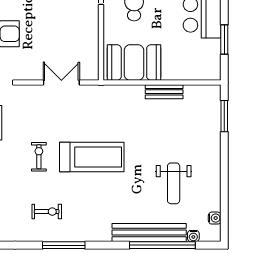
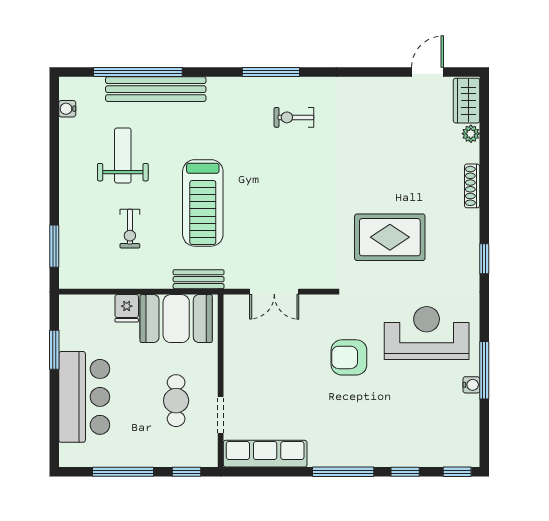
fridge: (171, 70) -> (127, 308), added
bench: (164, 92) -> (199, 279), moved
exercise bike: (39, 157) -> (130, 229), moved
treadmill: (92, 157) -> (203, 203), moved, turned -90
water cooler: (193, 236) -> (96, 84), removed

